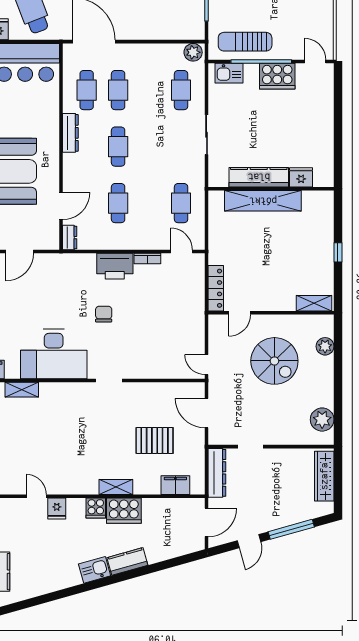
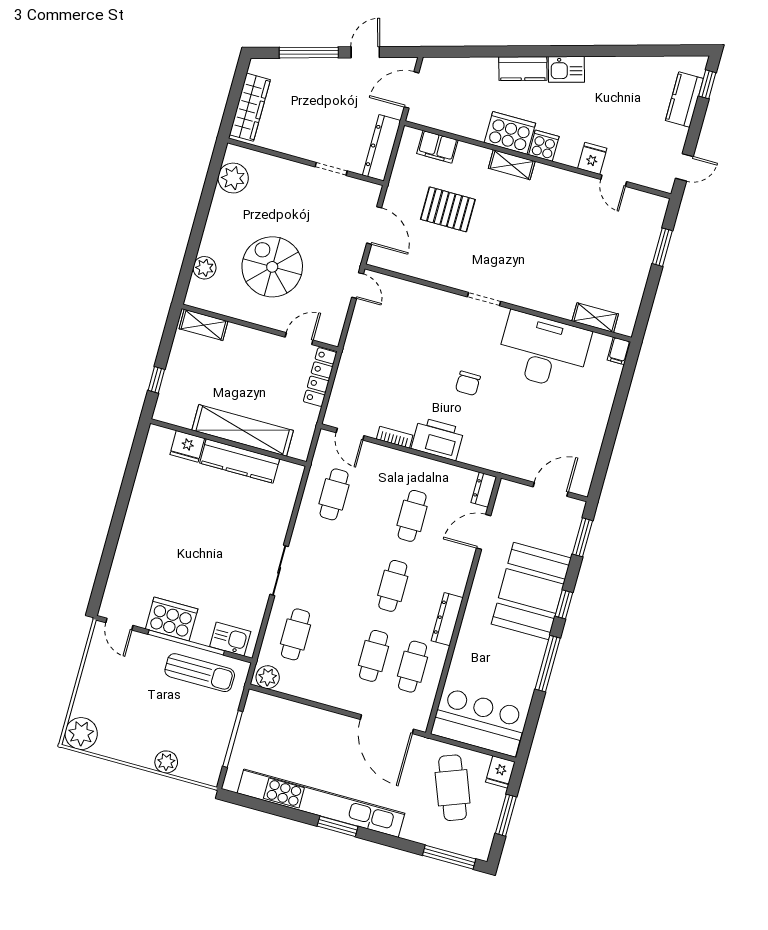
kitchen counter: (259, 177) -> (240, 461), moved
fridge: (301, 177) -> (187, 446), moved
wall: (271, 189) -> (228, 443), moved
shelving: (263, 201) -> (243, 430), moved

